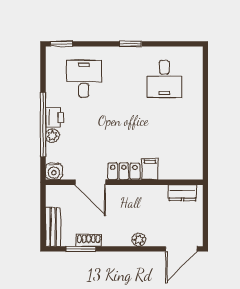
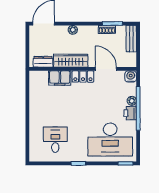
desk: (84, 79) -> (110, 140), width x1.87, depth x1.30
filing cabinet: (150, 169) -> (60, 78), width x2.00
wardrobe: (142, 194) -> (71, 61), added

